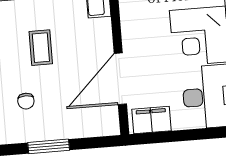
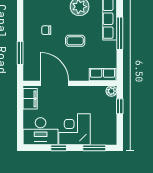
window: (49, 146) -> (20, 53), moved

